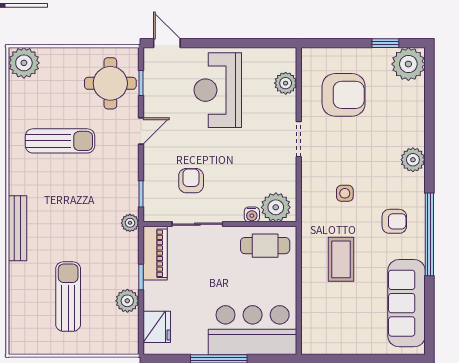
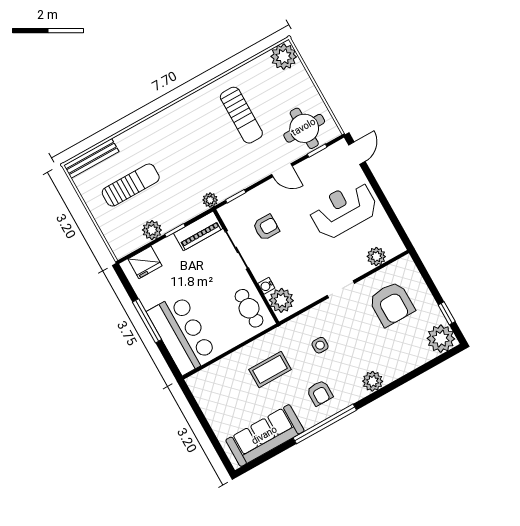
bench: (18, 228) -> (91, 158), moved

